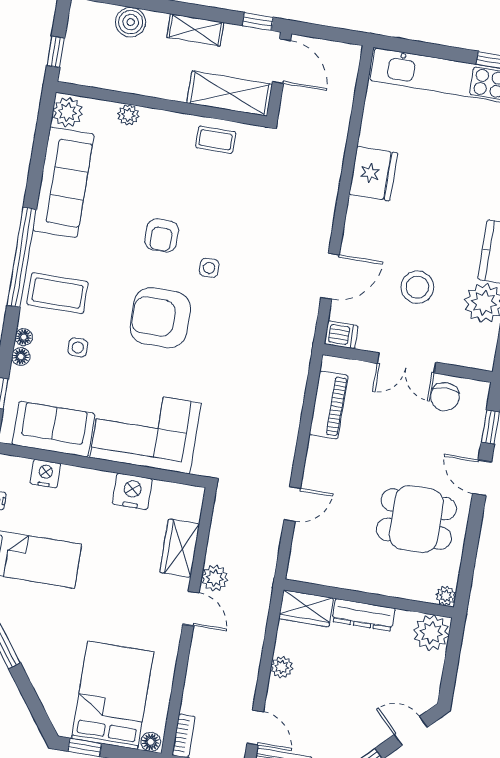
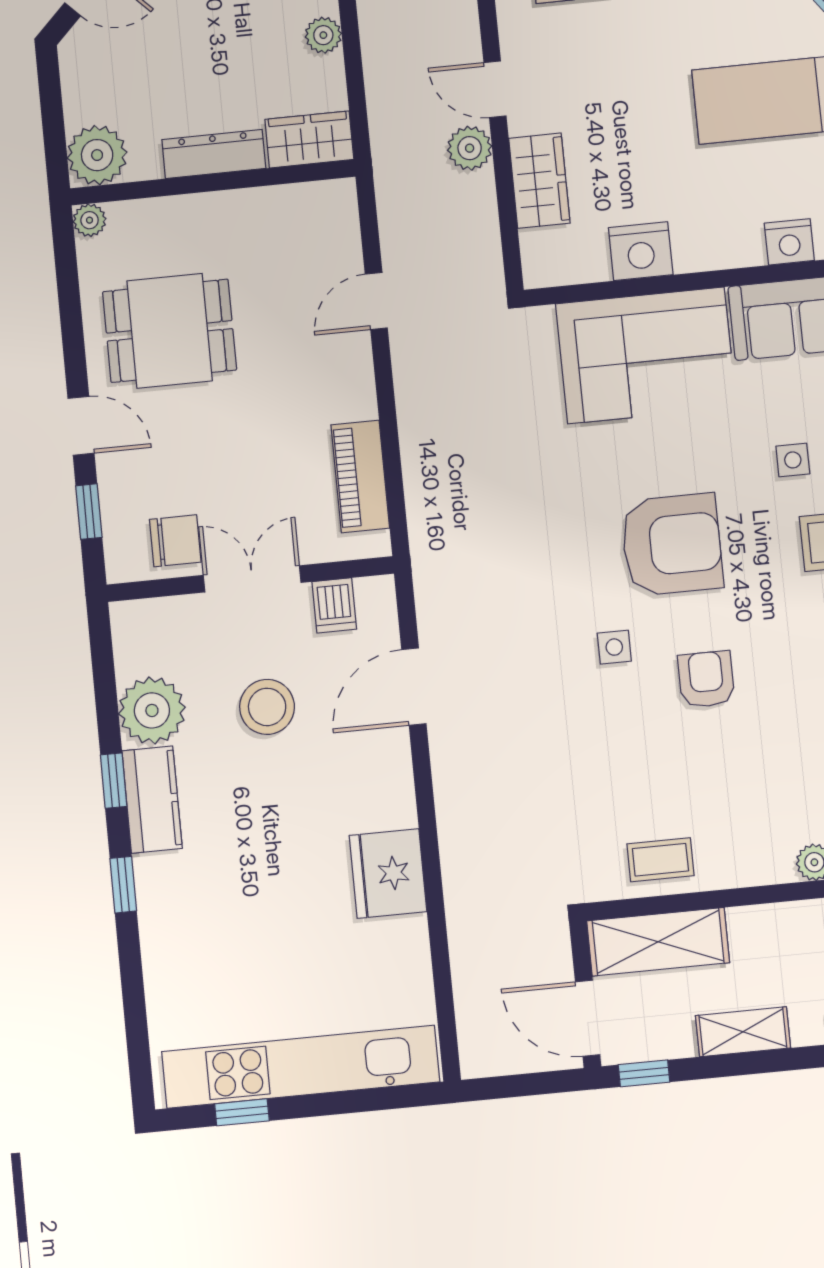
dishwasher: (341, 335) -> (334, 605), moved, turned -90
chair: (445, 397) -> (175, 541), turned 90

